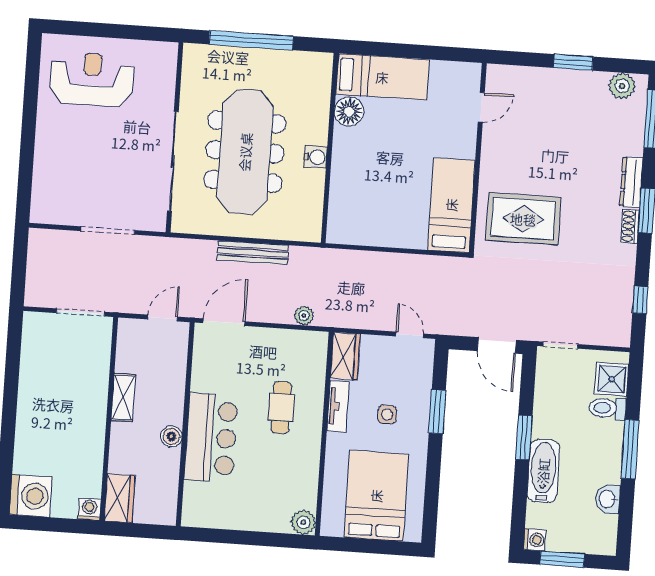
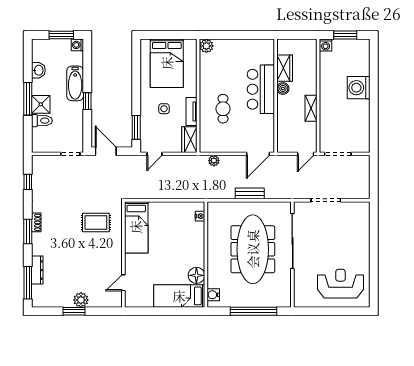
reception desk: (92, 79) -> (340, 284), turned 180
plant: (622, 86) -> (81, 300), moved
water cooler: (316, 157) -> (213, 295), moved
dresser: (631, 182) -> (37, 270), moved
nightstand: (336, 218) -> (200, 216), added
rug: (523, 219) -> (96, 223), width x0.73, depth x0.70
bench: (253, 253) -> (250, 193), width x0.73
door: (163, 318) -> (306, 154), moved
door: (410, 335) -> (154, 154), hinge flipped
shower: (612, 379) -> (41, 104), moved
window: (437, 412) -> (136, 127), moved
window: (524, 438) -> (87, 101), width x0.67
washing machine: (31, 496) -> (359, 88), moved
wardrobe: (120, 498) -> (285, 68), moved, turned 180
window: (53, 525) -> (345, 35), added

